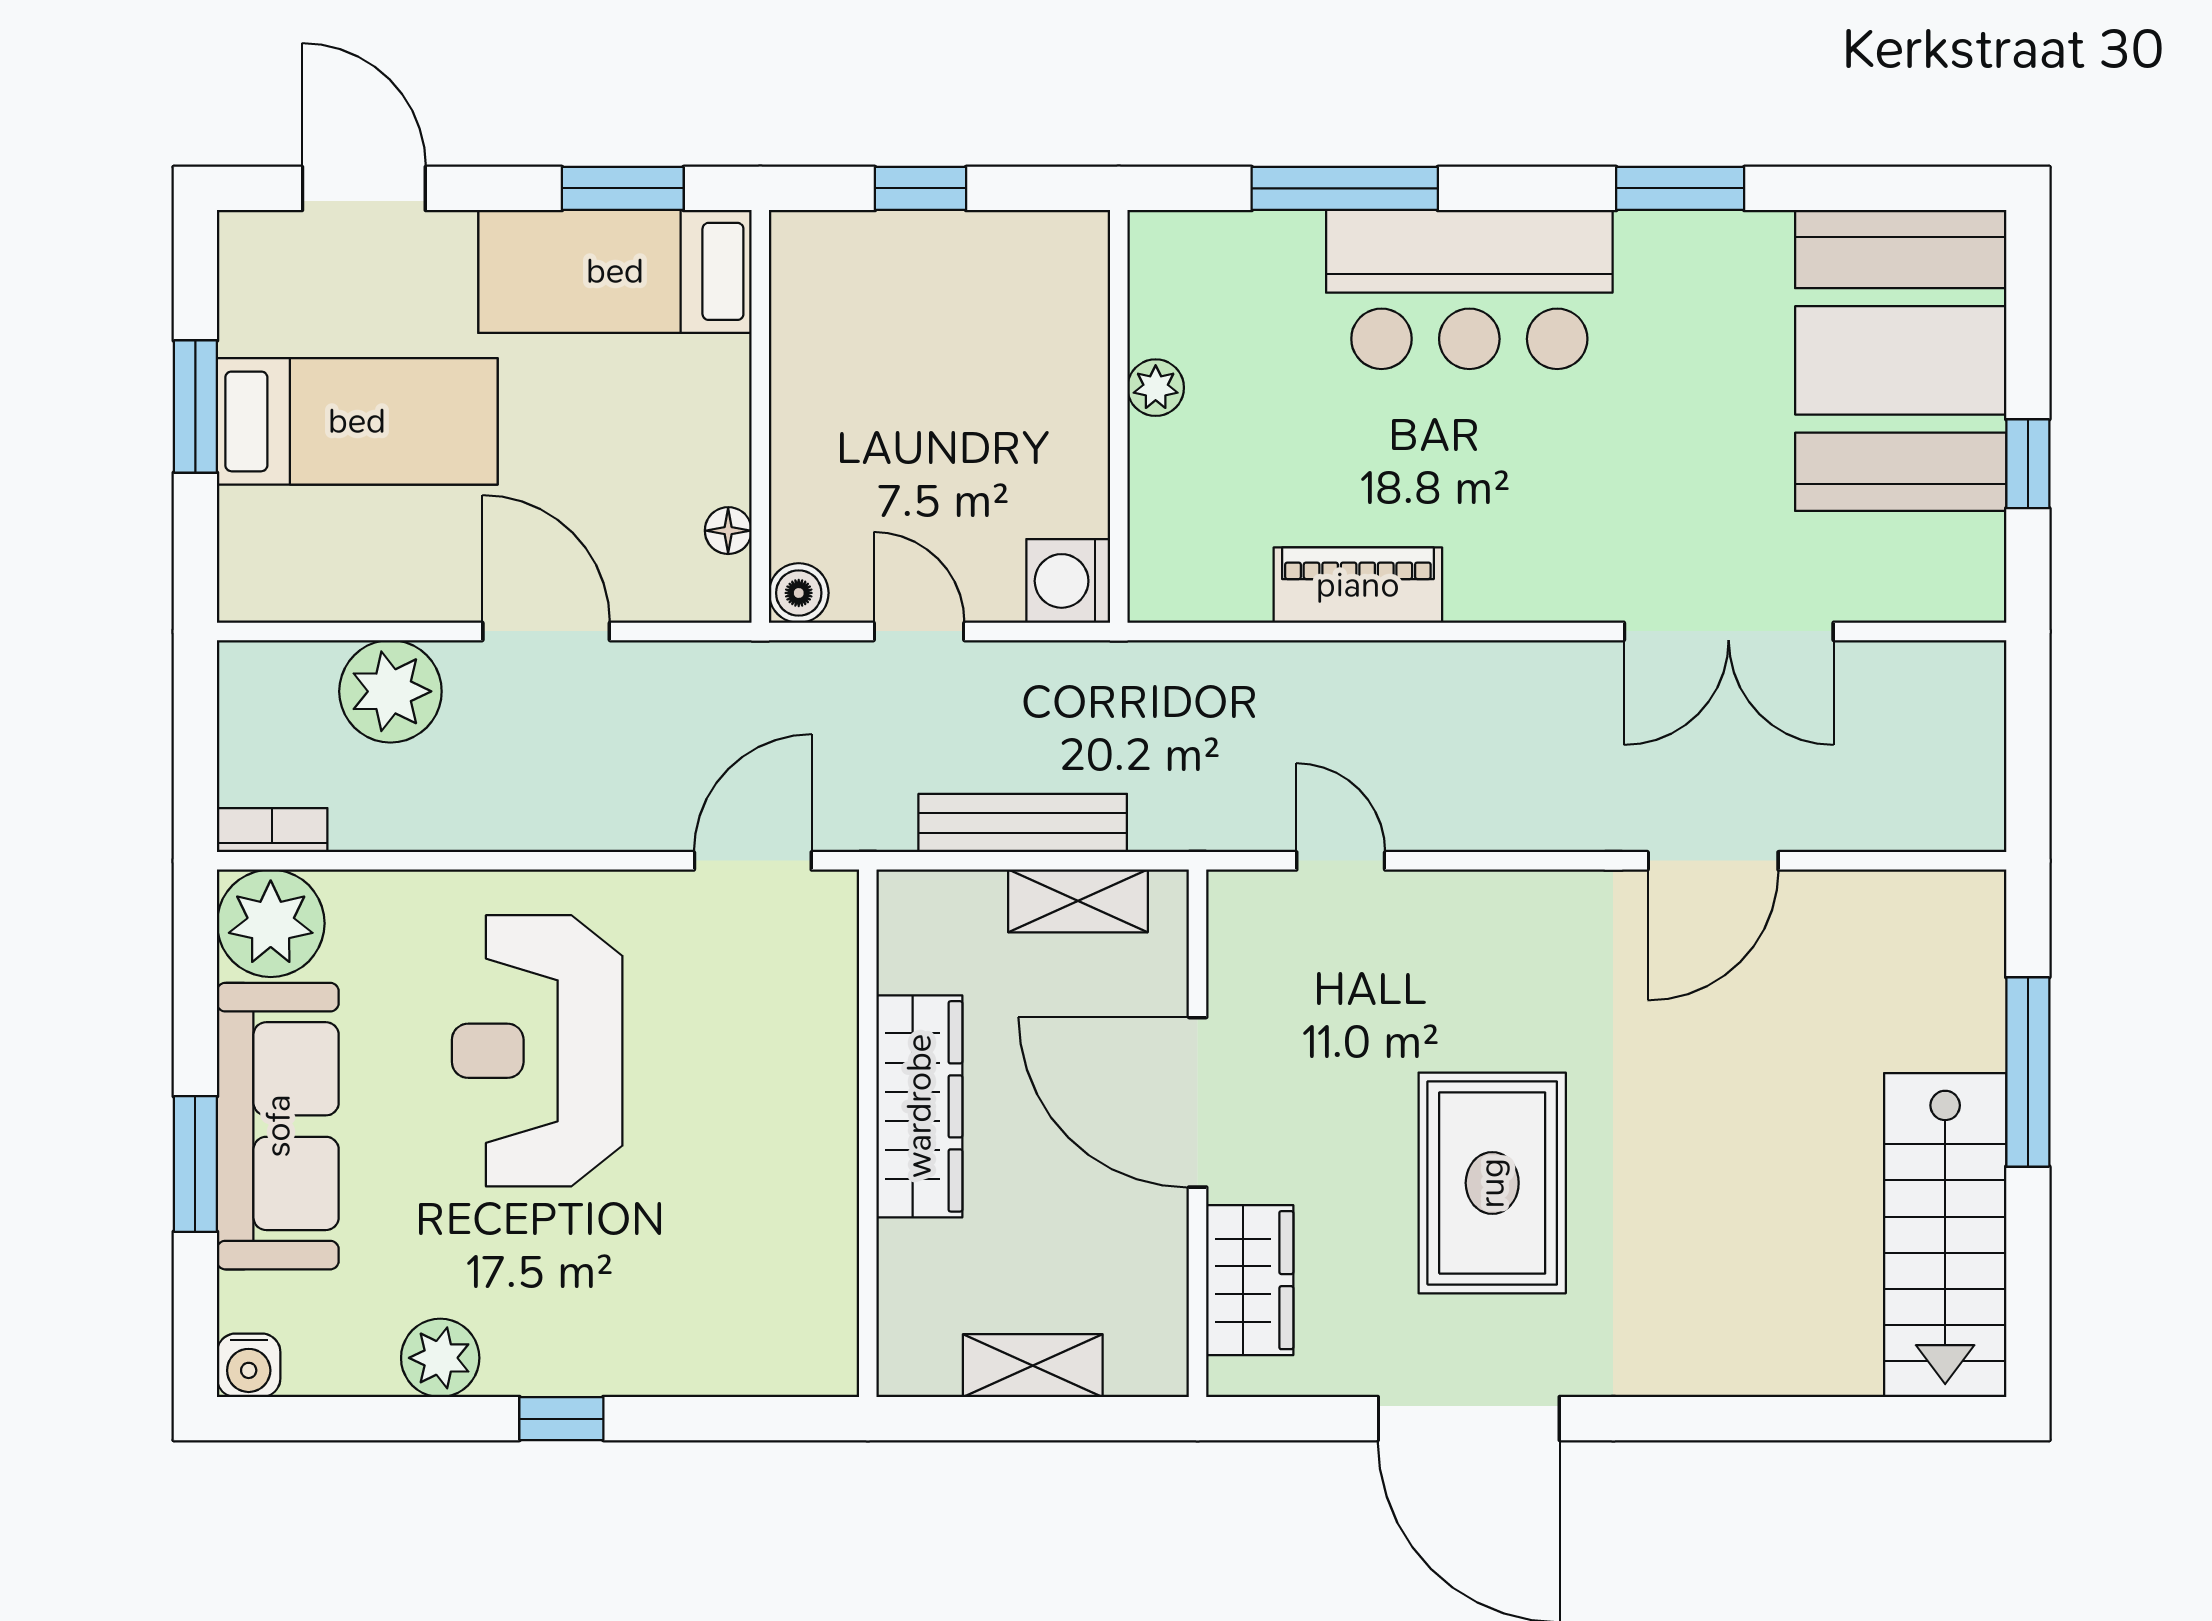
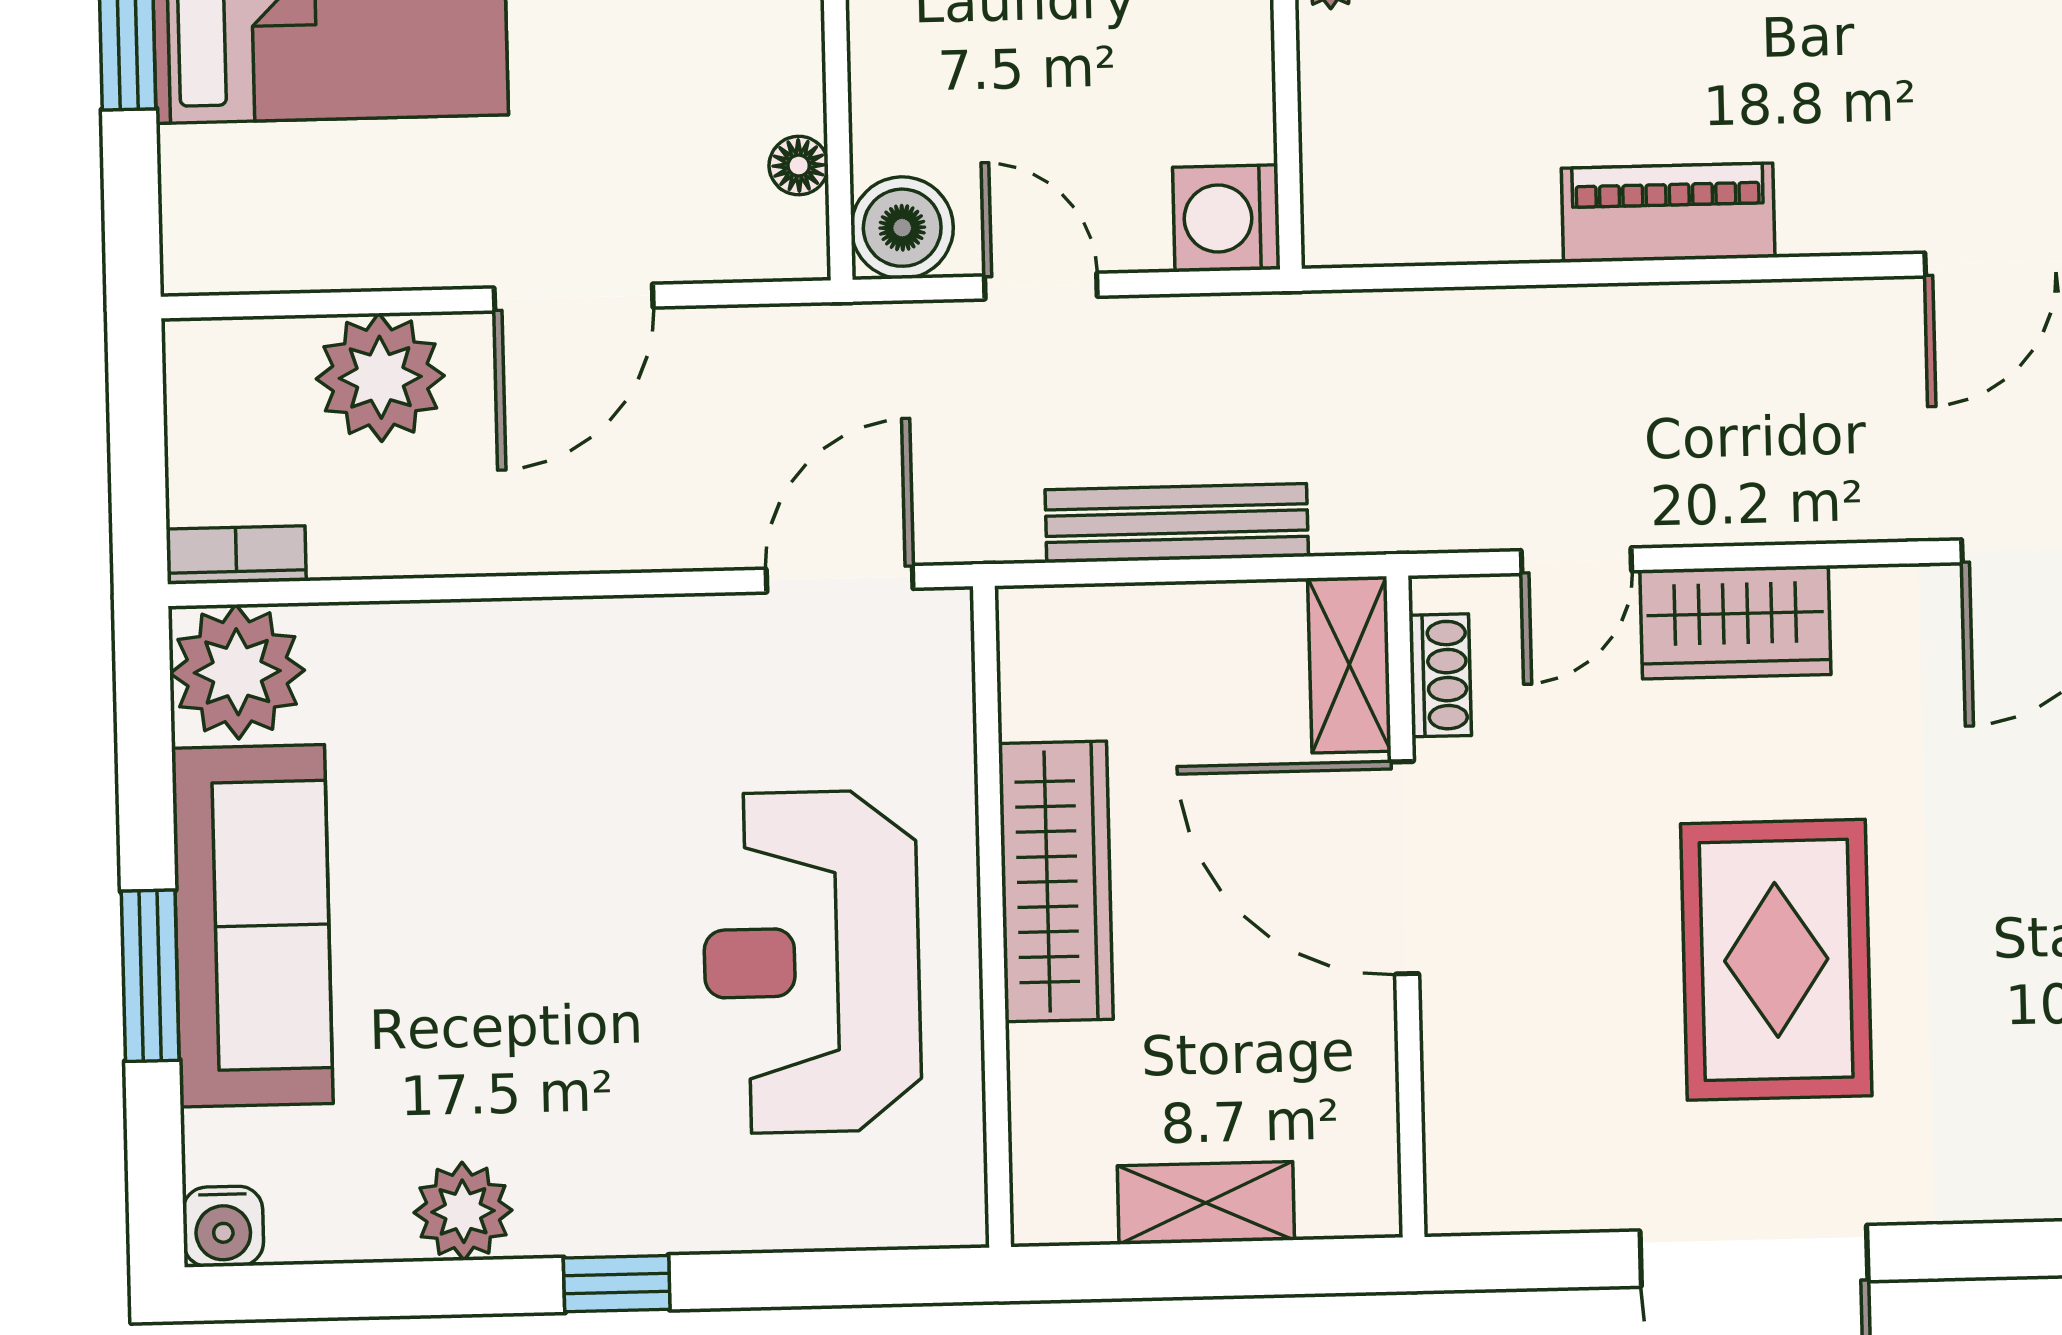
piano: (1358, 585) -> (1668, 213), moved
boiler: (799, 593) -> (902, 228), width x1.36, depth x1.36
door: (546, 631) -> (574, 298), swing flipped
door: (1341, 861) -> (1576, 561), swing flipped
shelving: (1078, 901) -> (1349, 665), moved, turned 90
shoe rack: (1230, 950) -> (1440, 675), added
reception desk: (537, 1051) -> (812, 962), moved
wardrobe: (1250, 1280) -> (1735, 622), moved, turned 90

